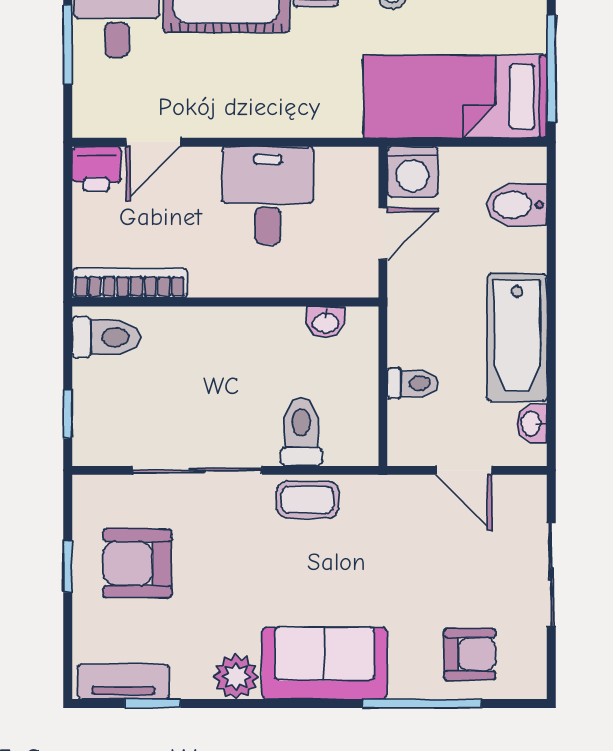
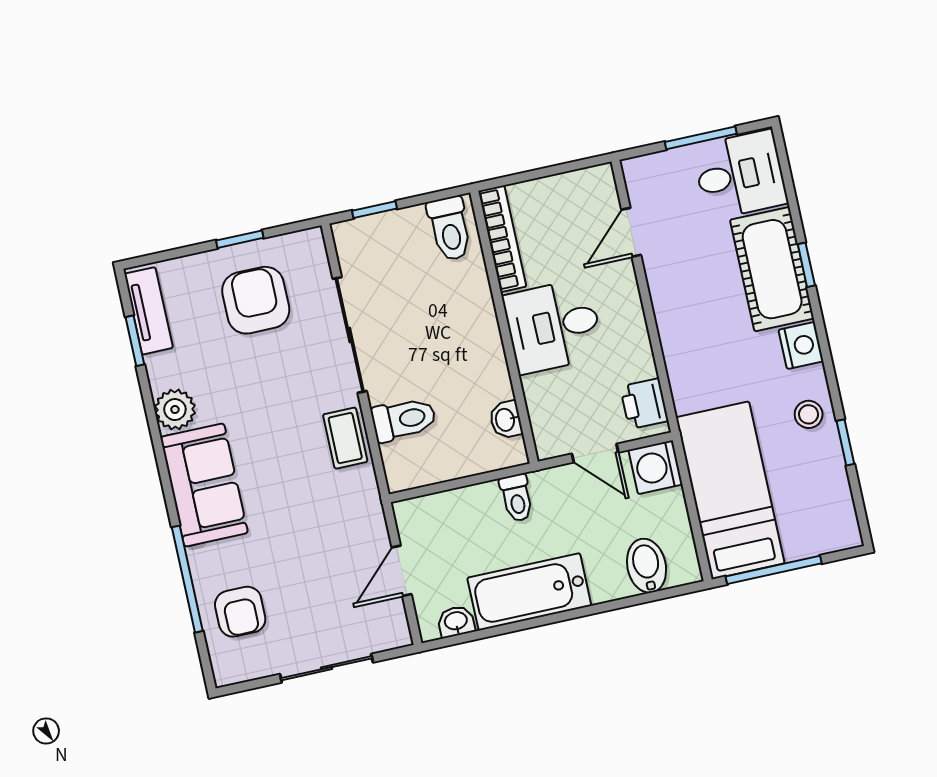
door: (153, 142) -> (631, 232), hinge flipped
printer: (97, 169) -> (644, 404), moved
desk: (268, 196) -> (553, 326), moved, turned 180
toilet: (413, 383) -> (517, 498), moved

